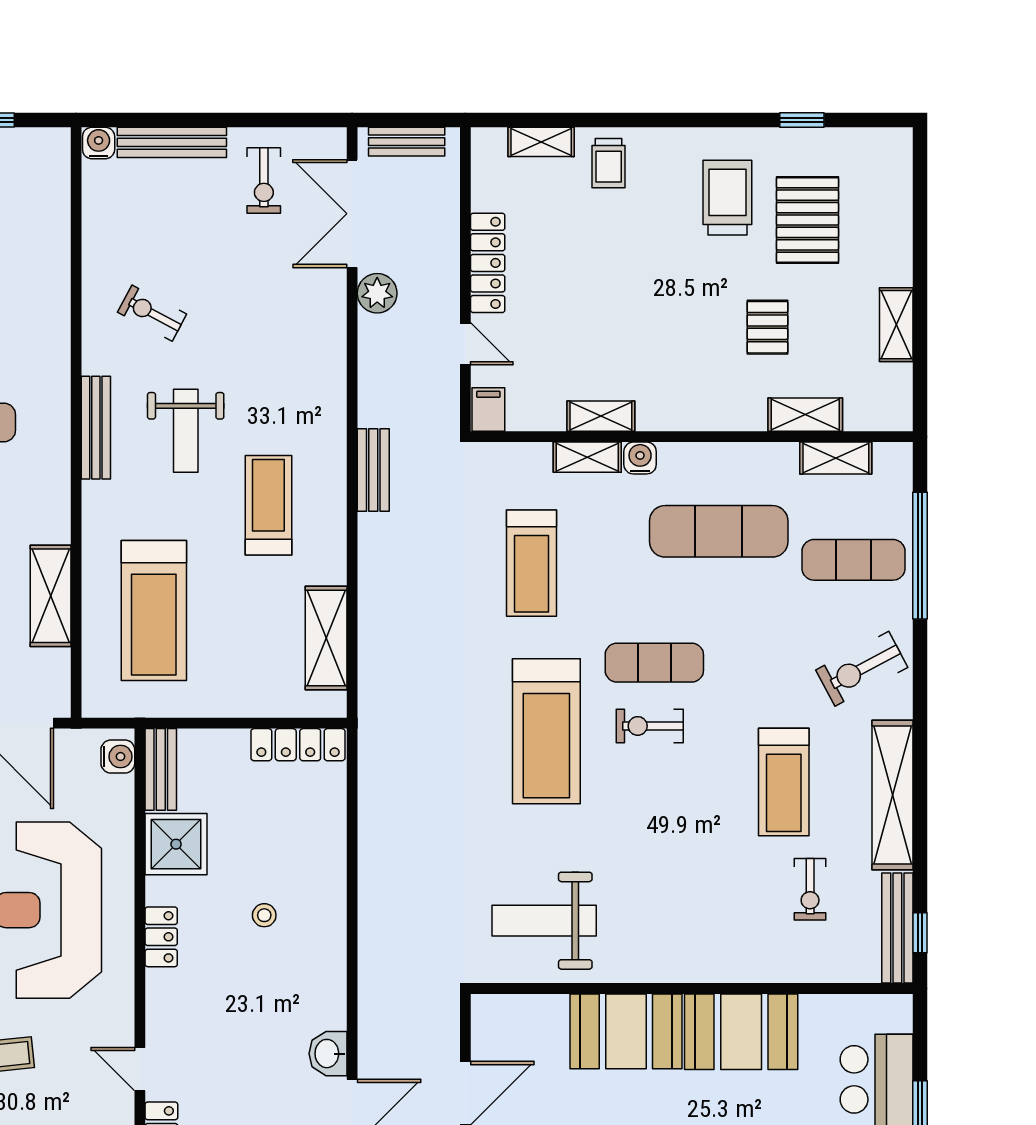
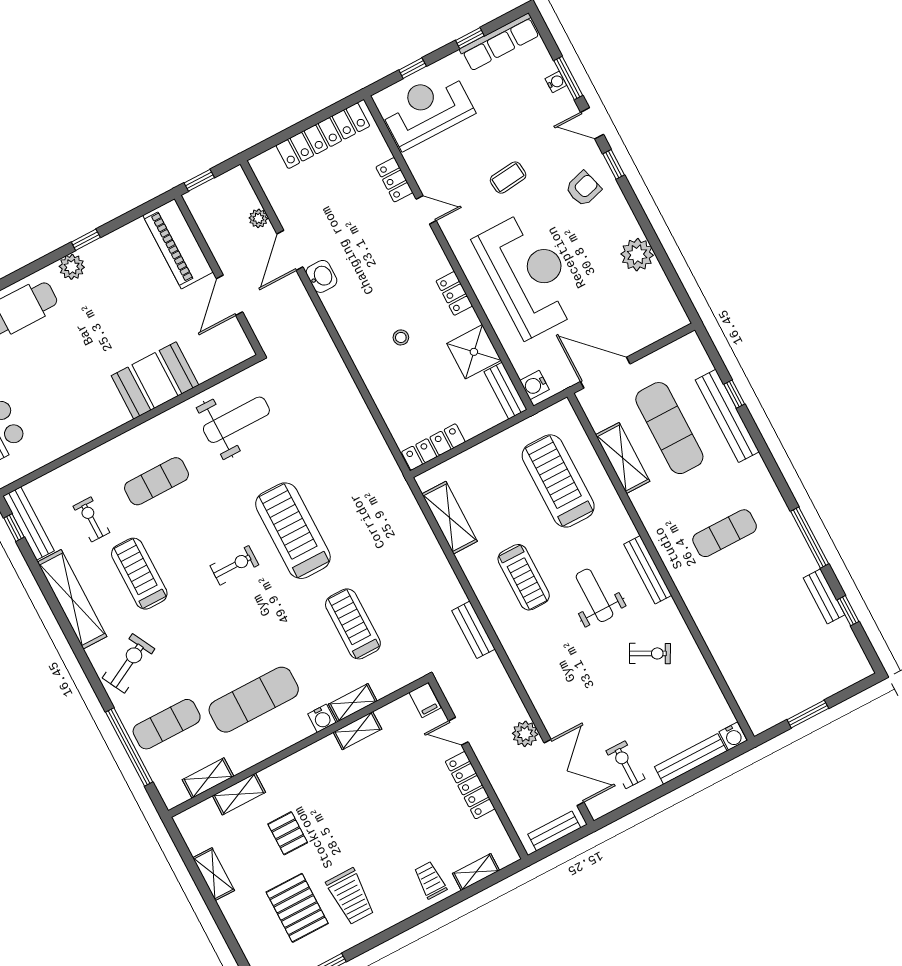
exercise mat: (654, 663) -> (156, 481), moved
booth: (741, 1032) -> (88, 415), removed

